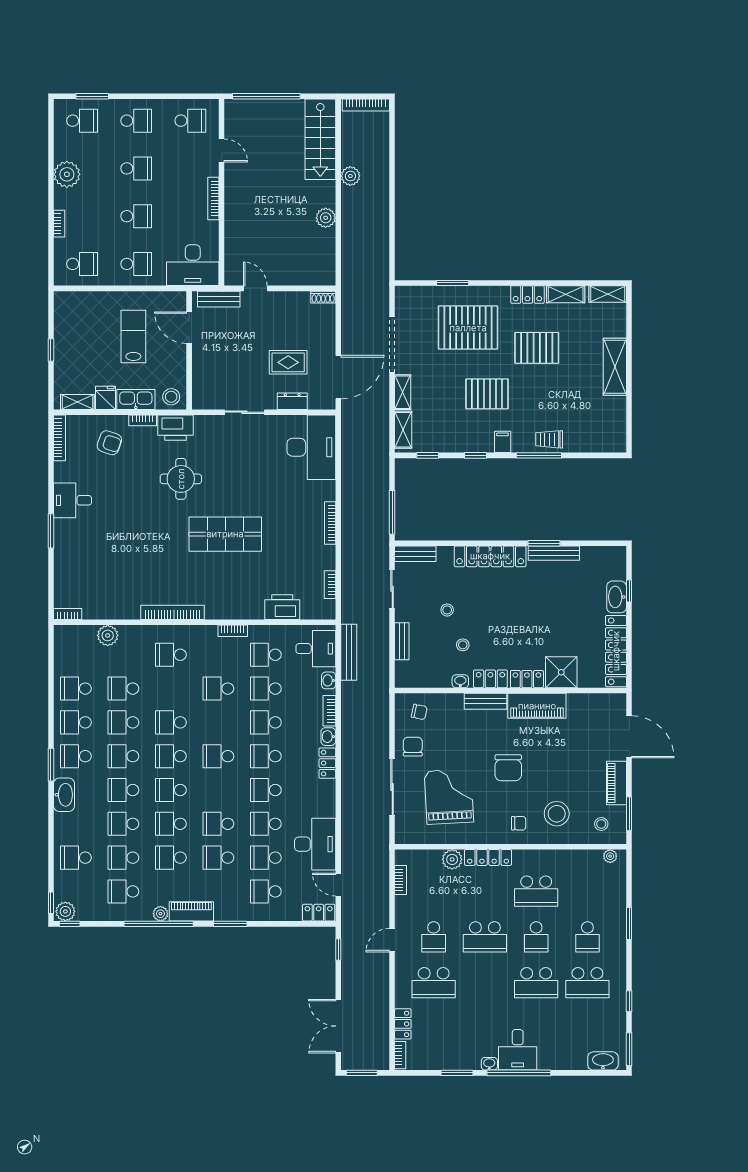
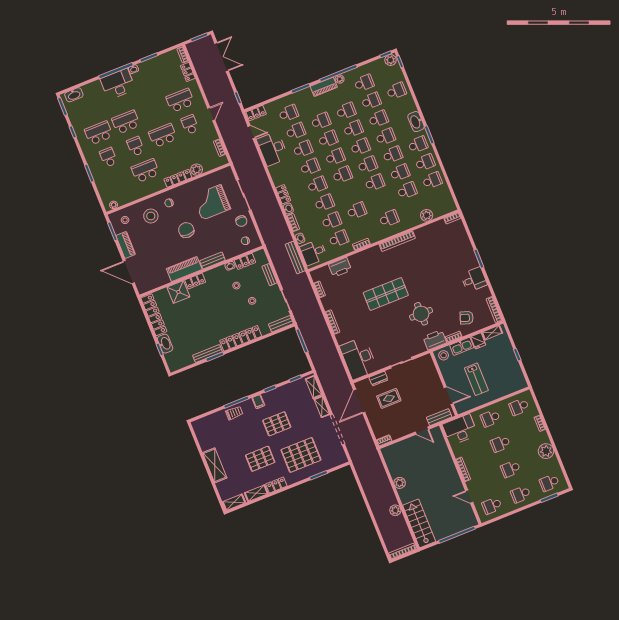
locker: (490, 679) -> (245, 261), moved
school desk: (218, 790) -> (335, 157), added
grand piano: (449, 797) -> (212, 202), turned 93
desk: (518, 1050) -> (118, 84), width x1.37

